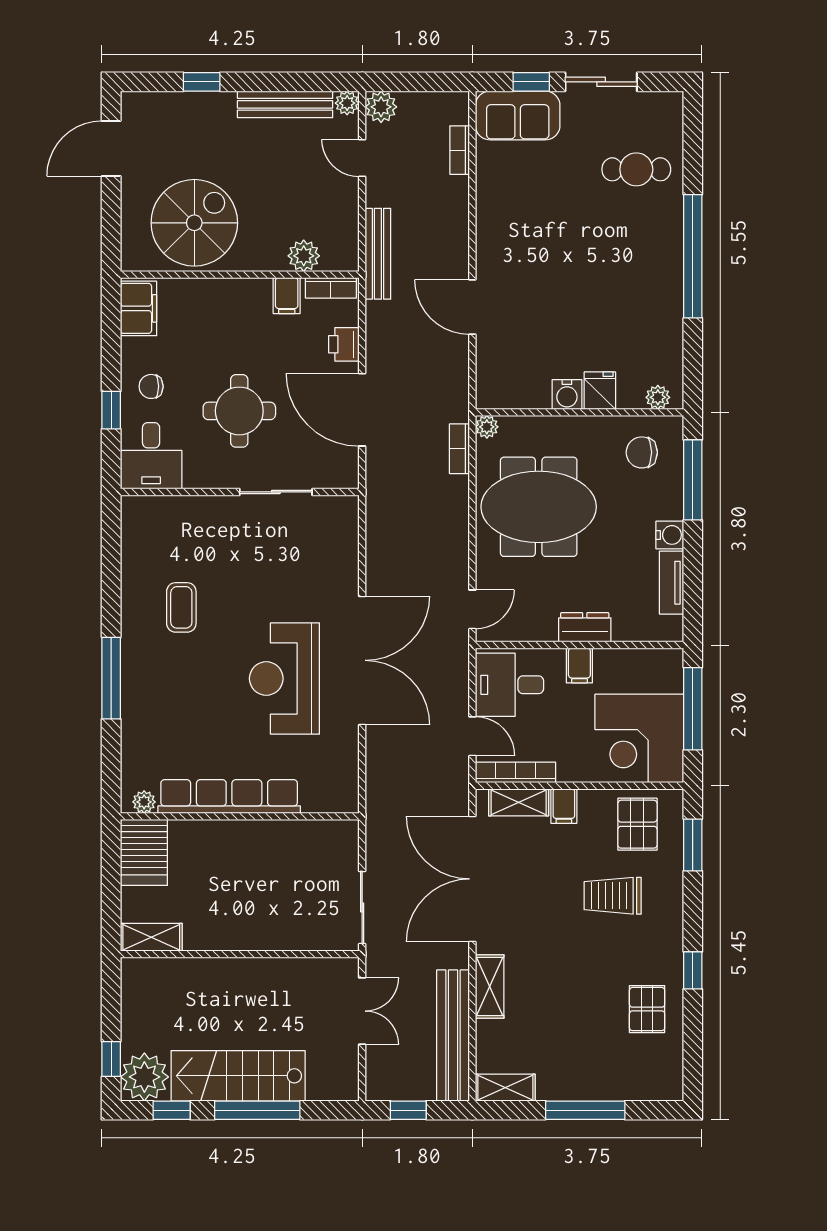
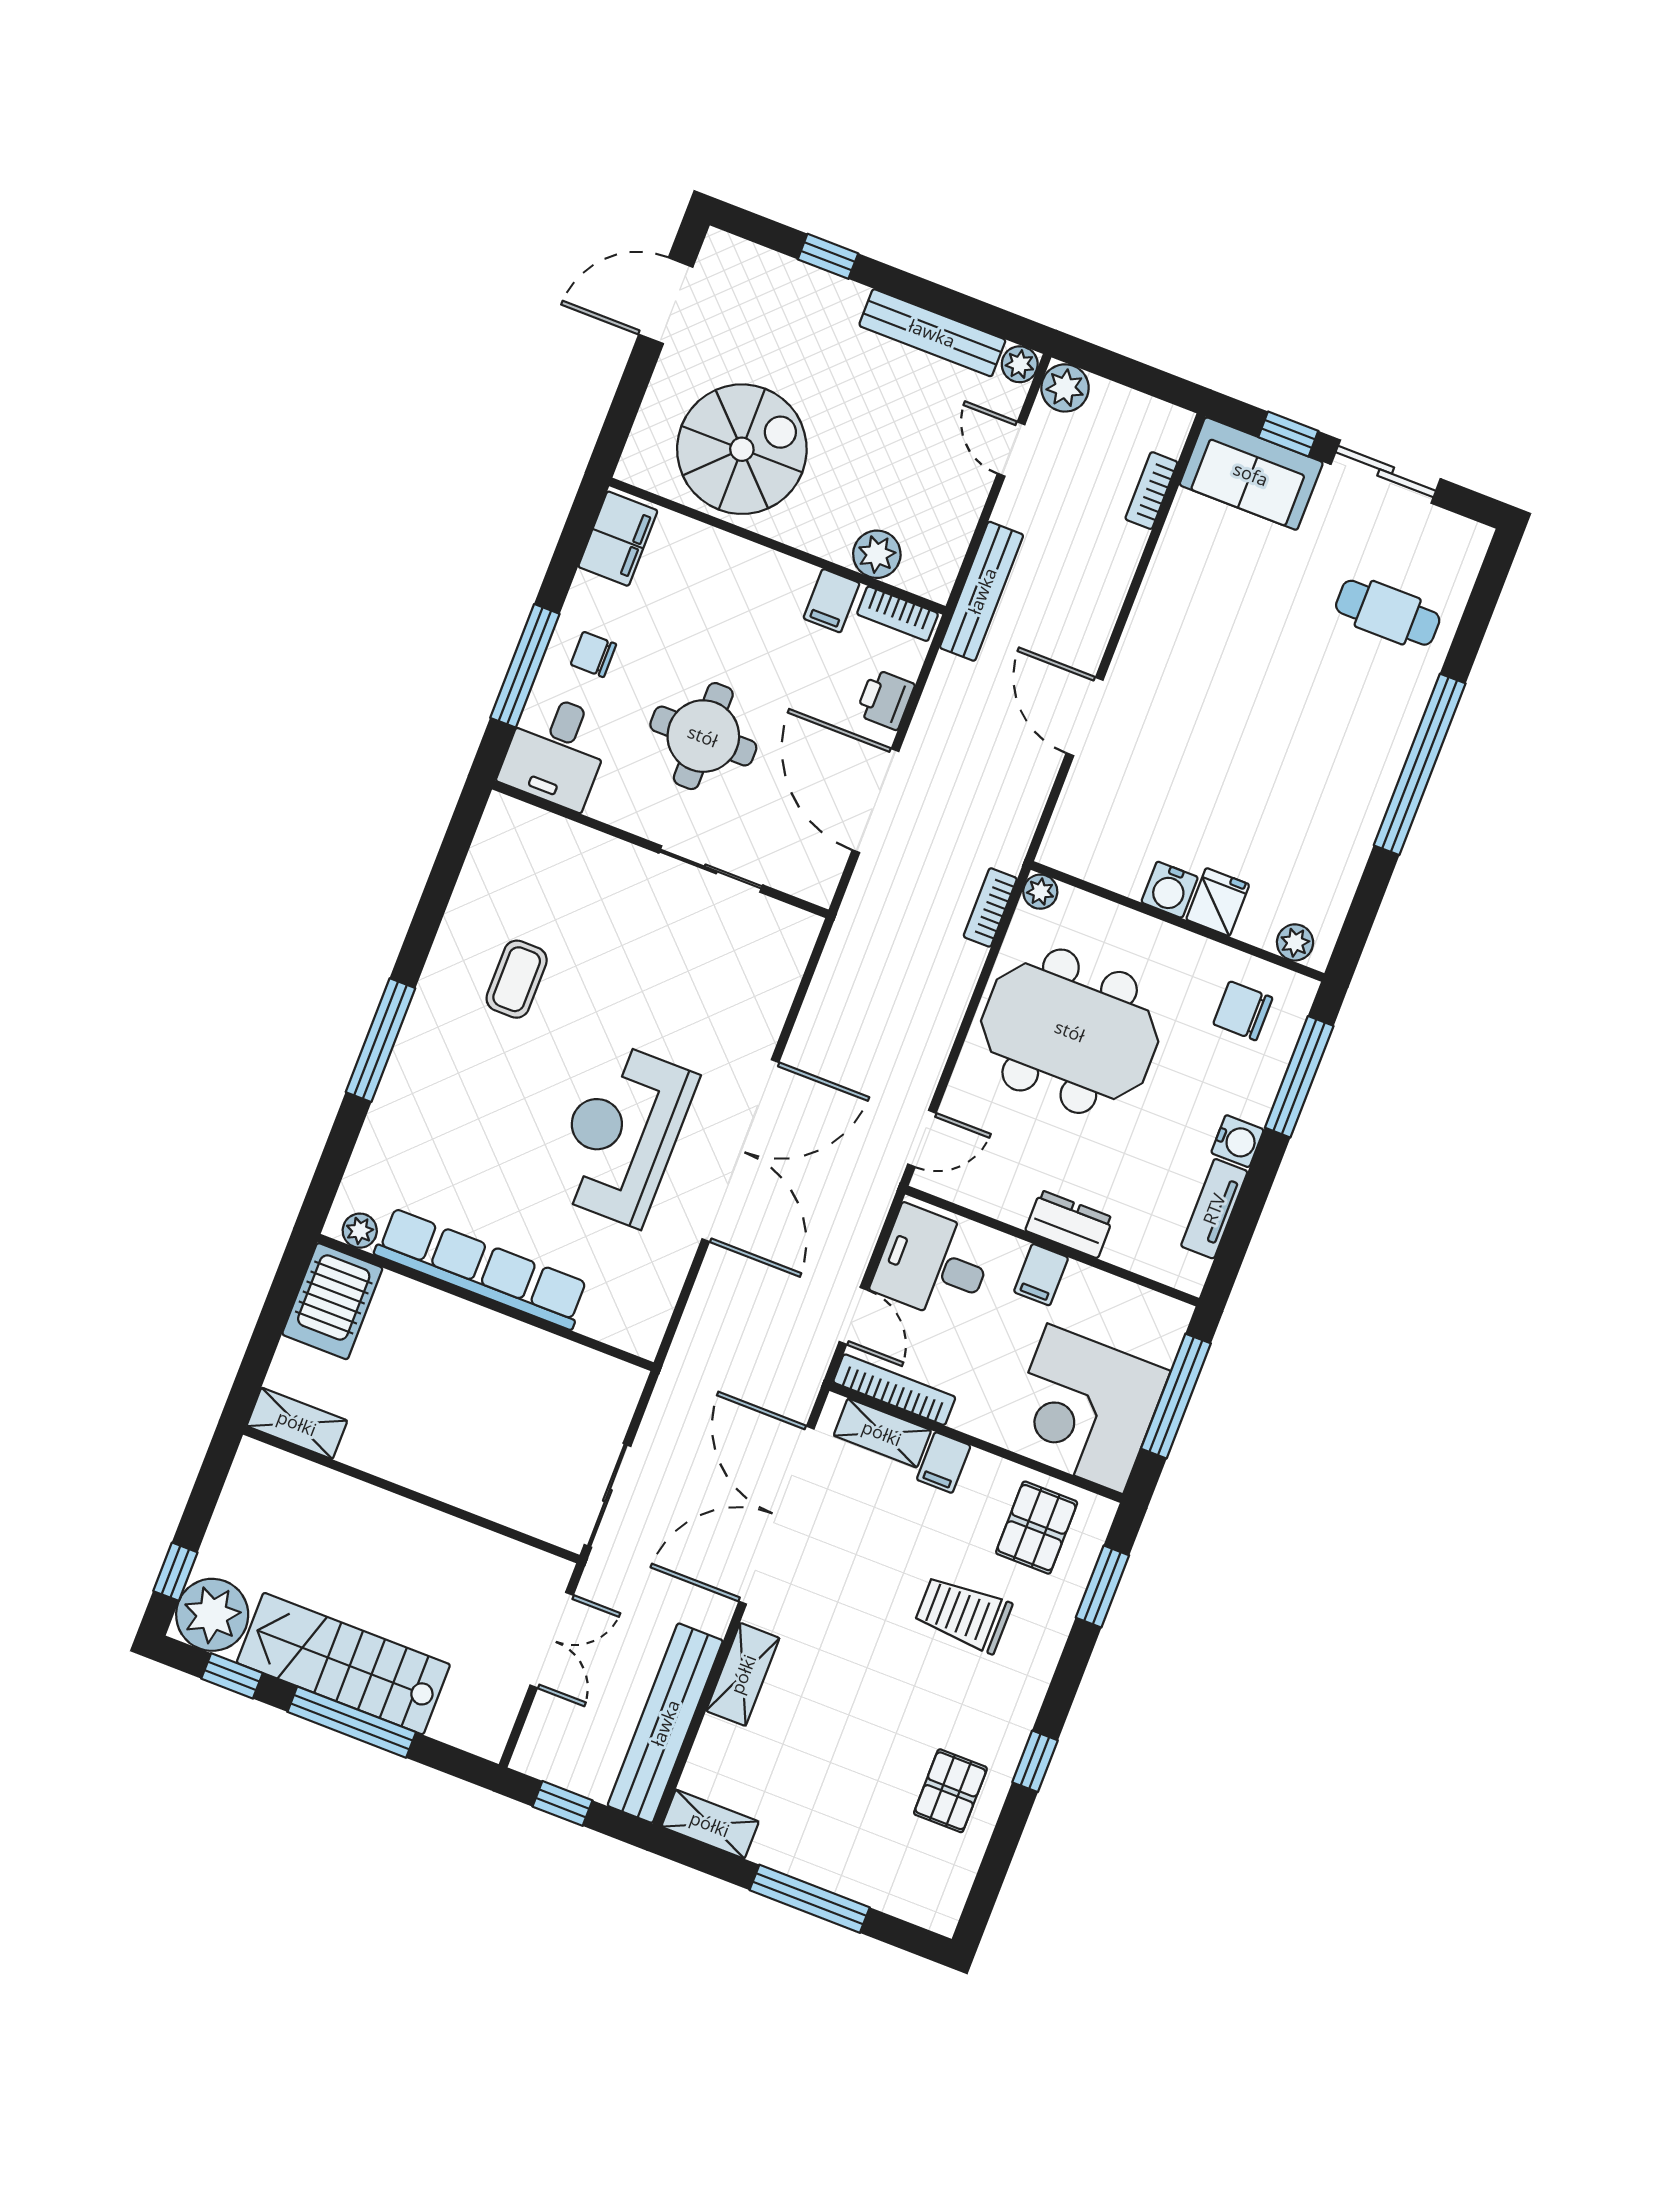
window: (111, 410) -> (525, 666), width x2.17

